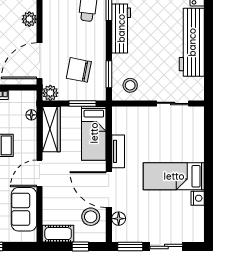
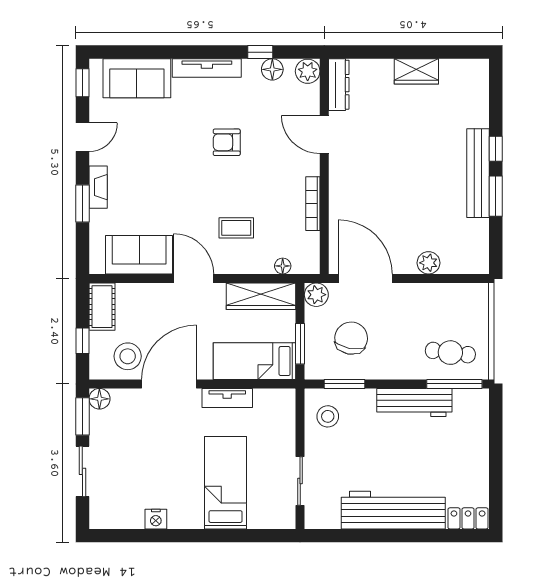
bed: (174, 176) -> (226, 483), moved
floor lamp: (119, 219) -> (99, 399), moved

